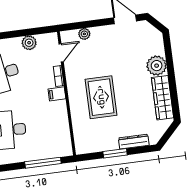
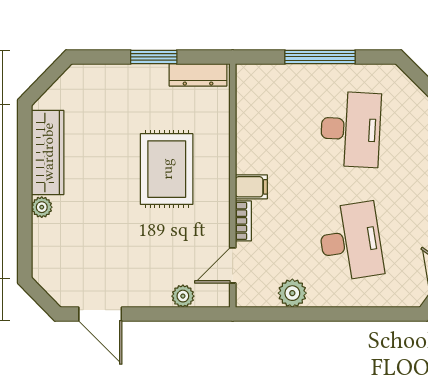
plant: (157, 66) -> (42, 207), width x0.53, depth x0.53
dresser: (134, 142) -> (198, 75), moved
window: (43, 163) -> (320, 57), moved

